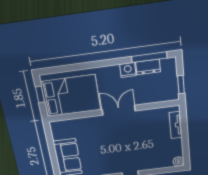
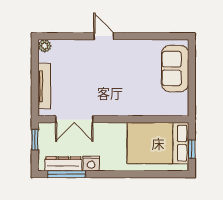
dresser: (148, 67) -> (63, 164), width x1.44
double door: (119, 110) -> (74, 119), moved
tv unit: (176, 125) -> (44, 86), width x1.41

